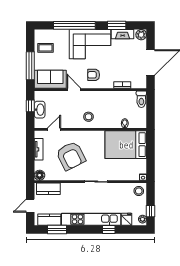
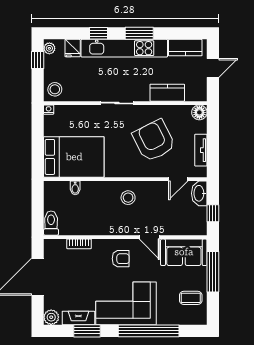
washbasin: (40, 110) -> (199, 193), moved
kitchen counter: (48, 189) -> (167, 93), moved
window: (57, 229) -> (139, 33), moved

